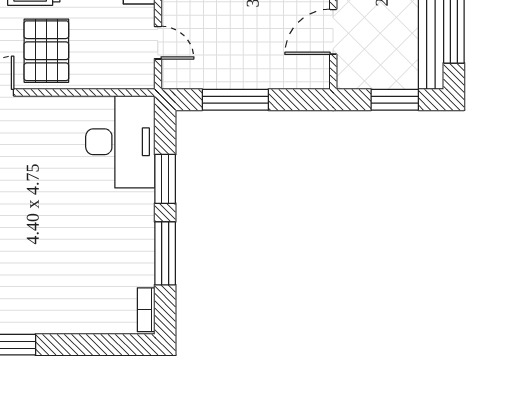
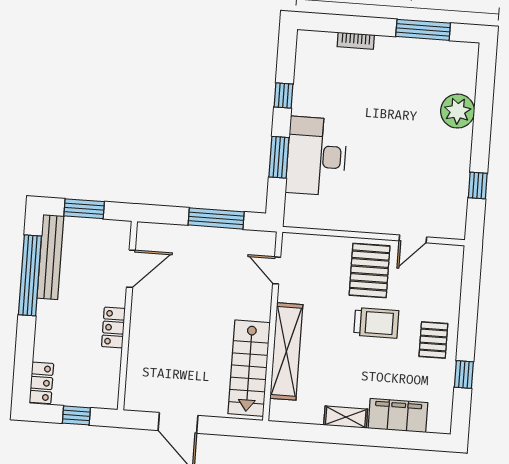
desk: (120, 142) -> (316, 156), moved
window: (165, 253) -> (283, 96), width x0.46
bookcase: (146, 310) -> (356, 41), moved, turned 90

